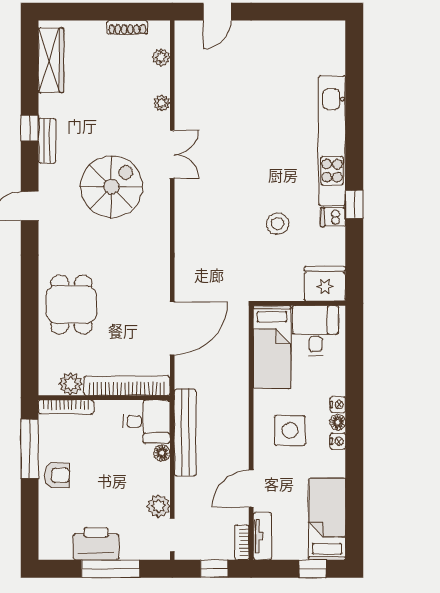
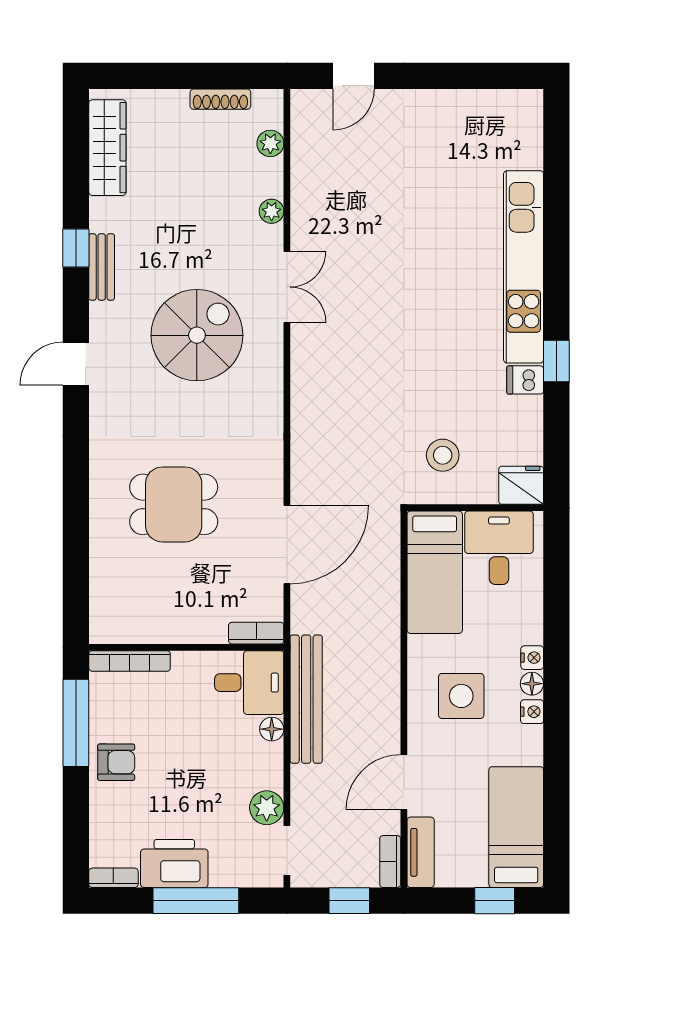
stool: (278, 224) -> (443, 455), moved
fridge: (325, 284) -> (521, 485), width x0.73, depth x0.75
dining table: (71, 305) -> (174, 504), moved, turned 90
plant: (71, 384) -> (137, 627), removed
bookcase: (127, 386) -> (256, 633), width x0.43, depth x0.76
bookcase: (55, 553) -> (113, 878), added

